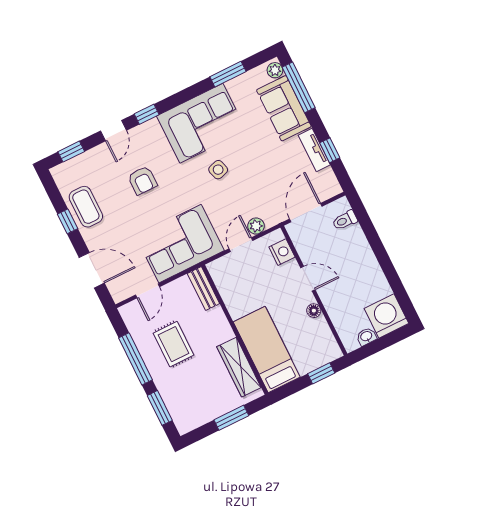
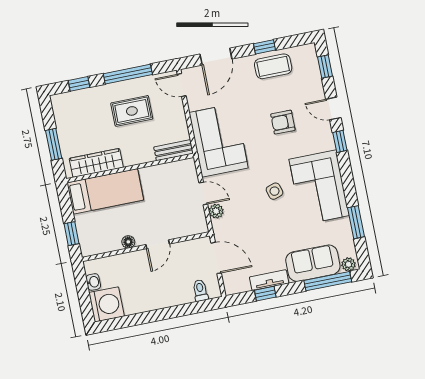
nightstand: (282, 252) -> (187, 228), removed
door: (147, 291) -> (182, 85), moved
window: (160, 408) -> (79, 84), width x0.67

